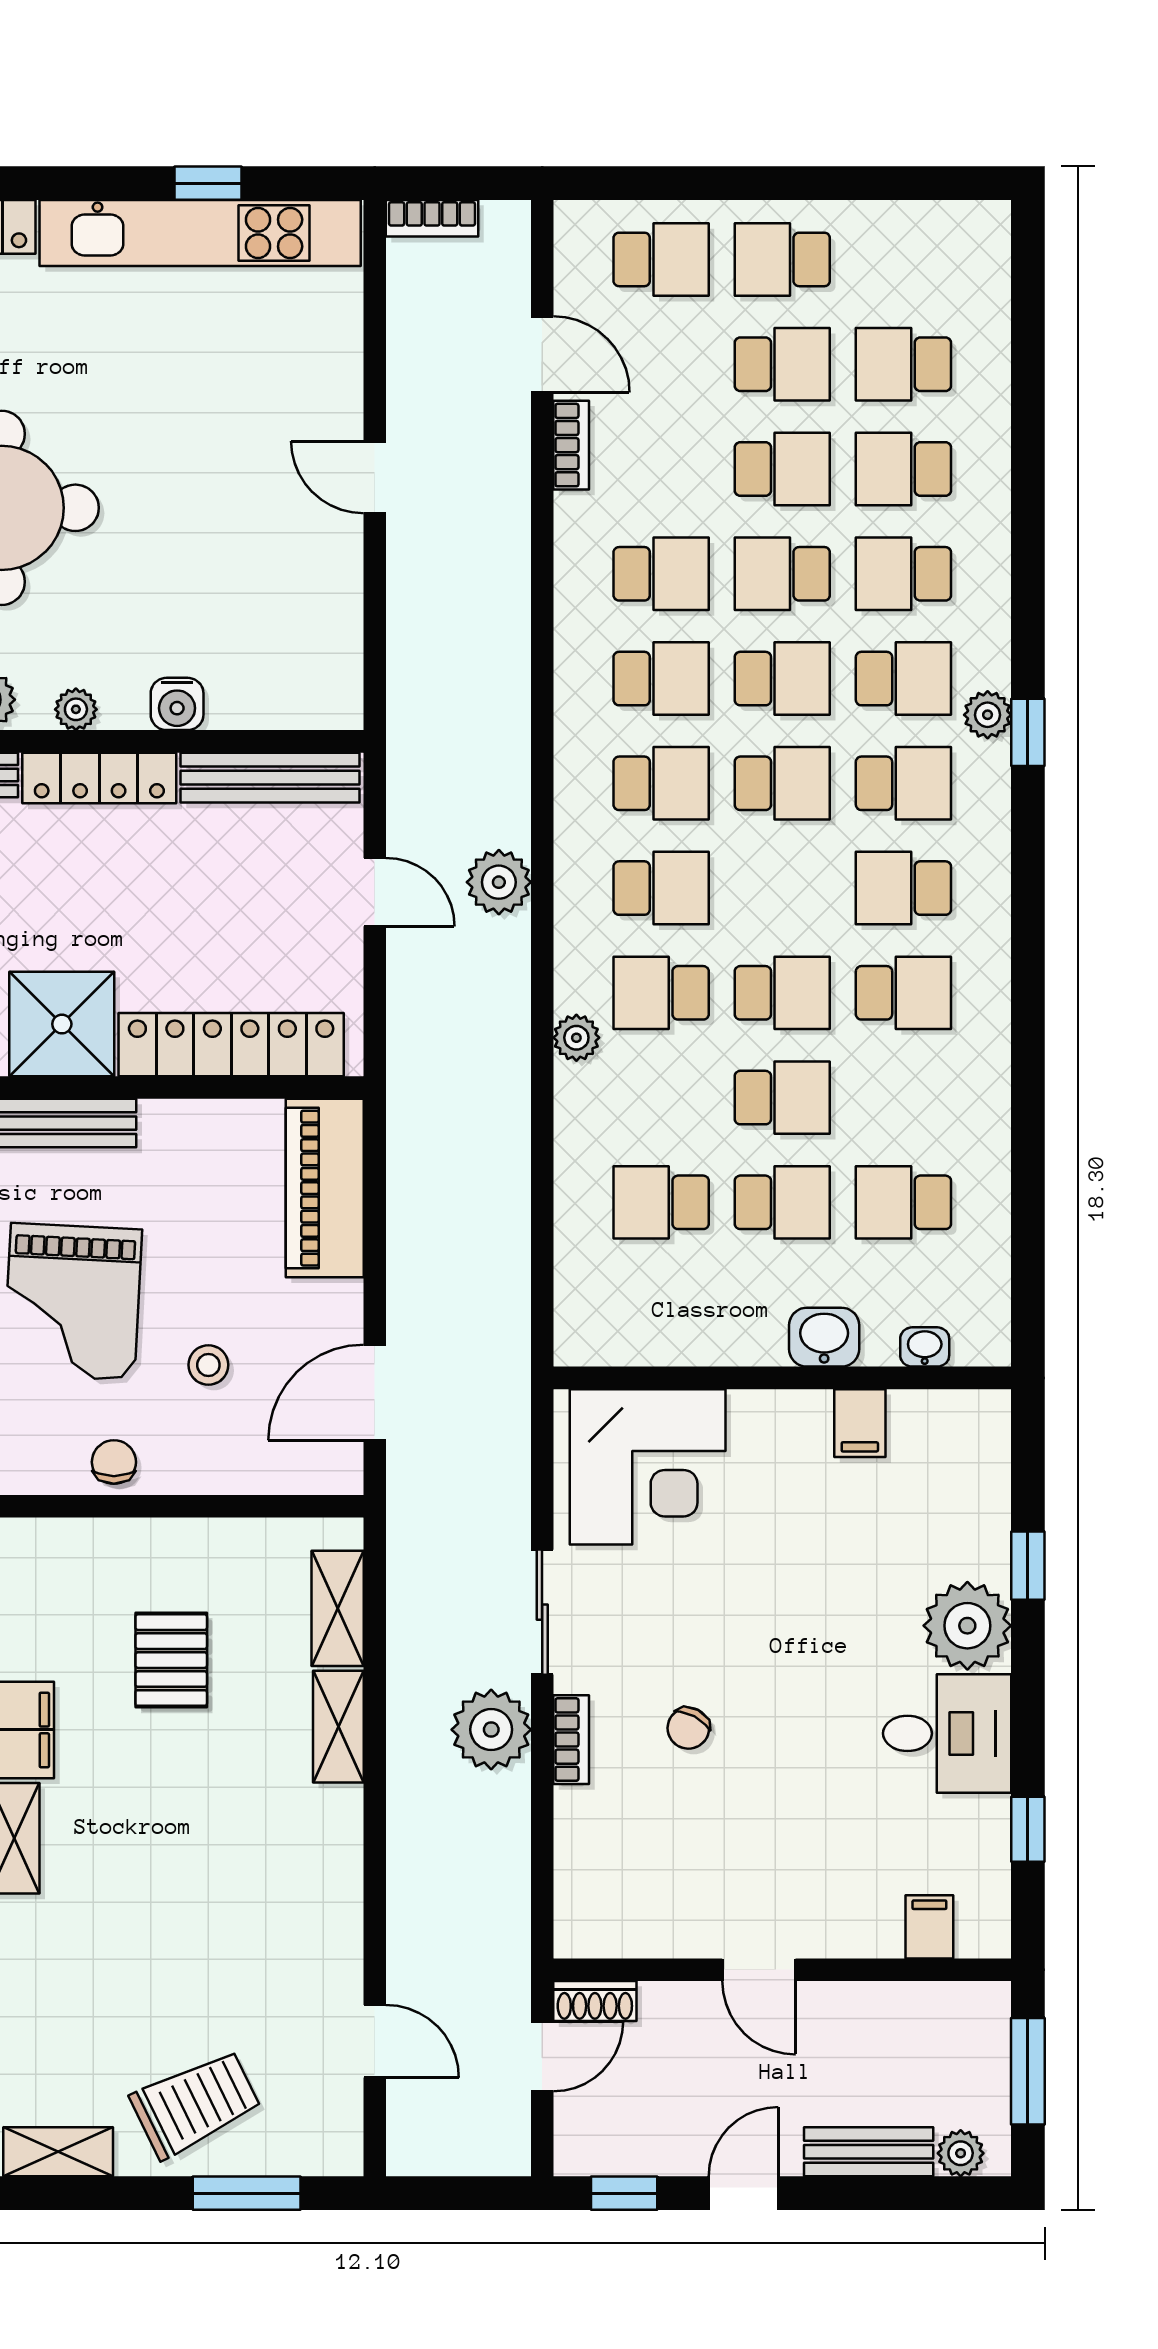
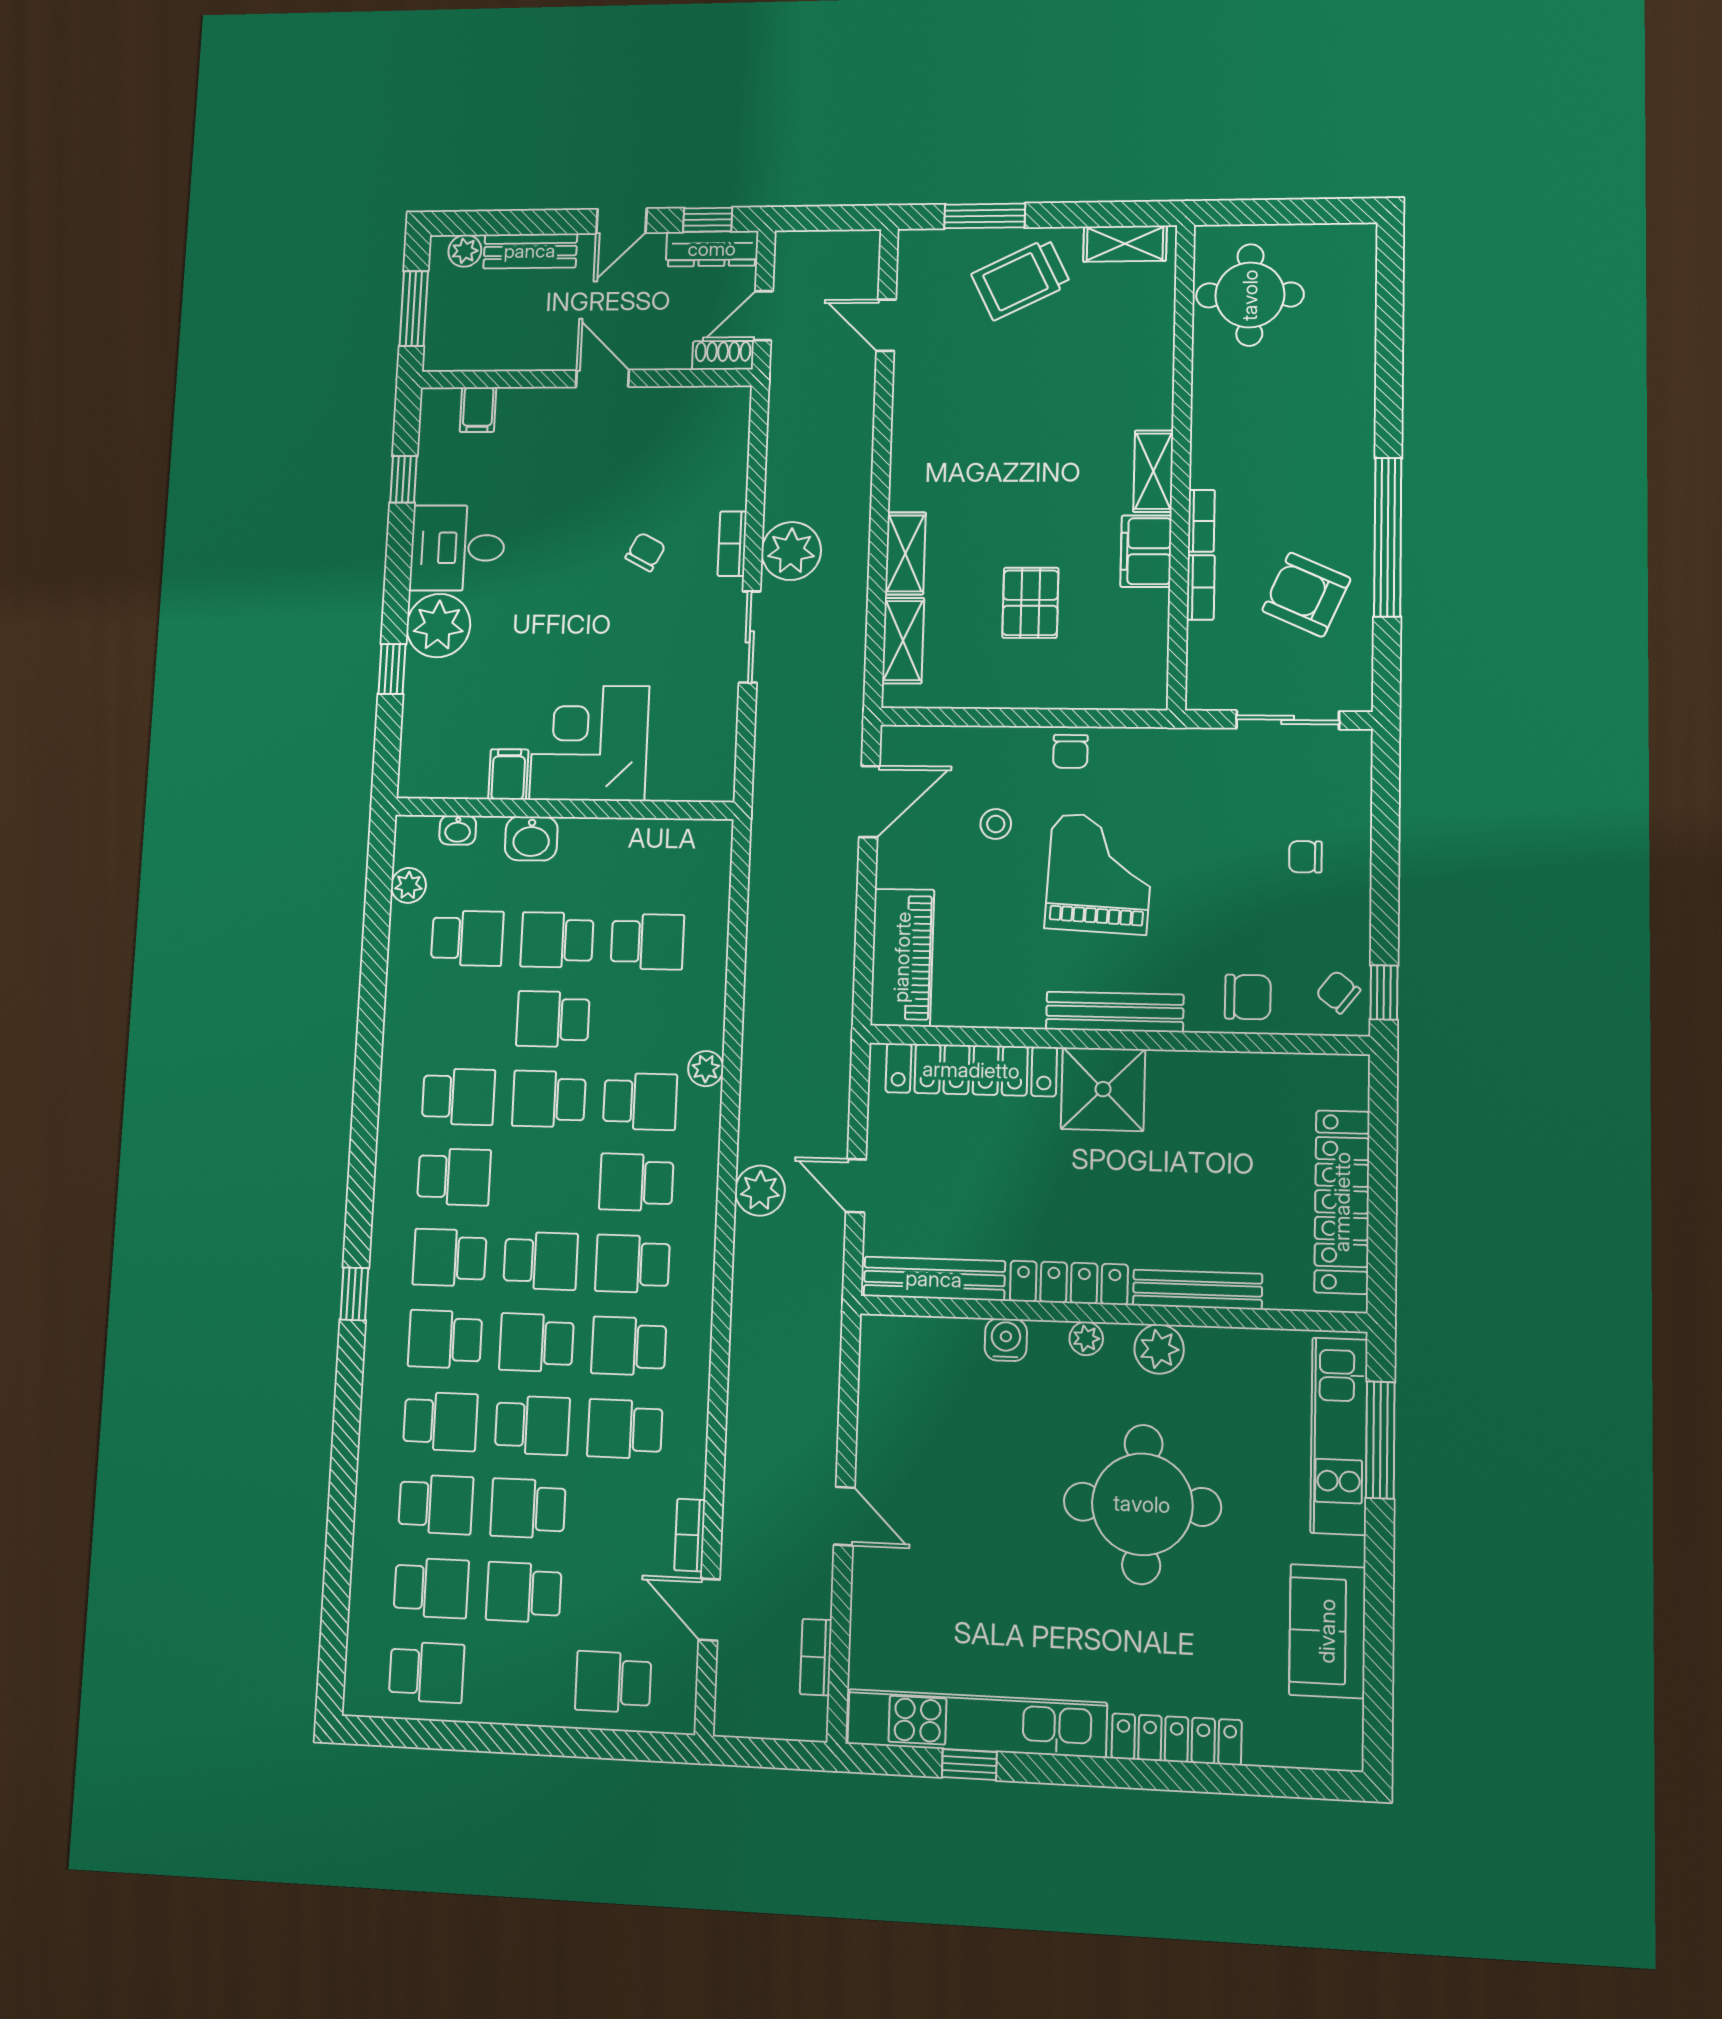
bookcase: (432, 218) -> (816, 1657), moved, turned -90
school desk: (782, 259) -> (427, 1672), moved
plant: (988, 715) -> (408, 885), moved
school desk: (782, 783) -> (541, 1261), turned 180
school desk: (903, 993) -> (458, 1097), turned 180
corner desk: (648, 1467) -> (589, 743), moved
dresser: (616, 2152) -> (712, 249), added

